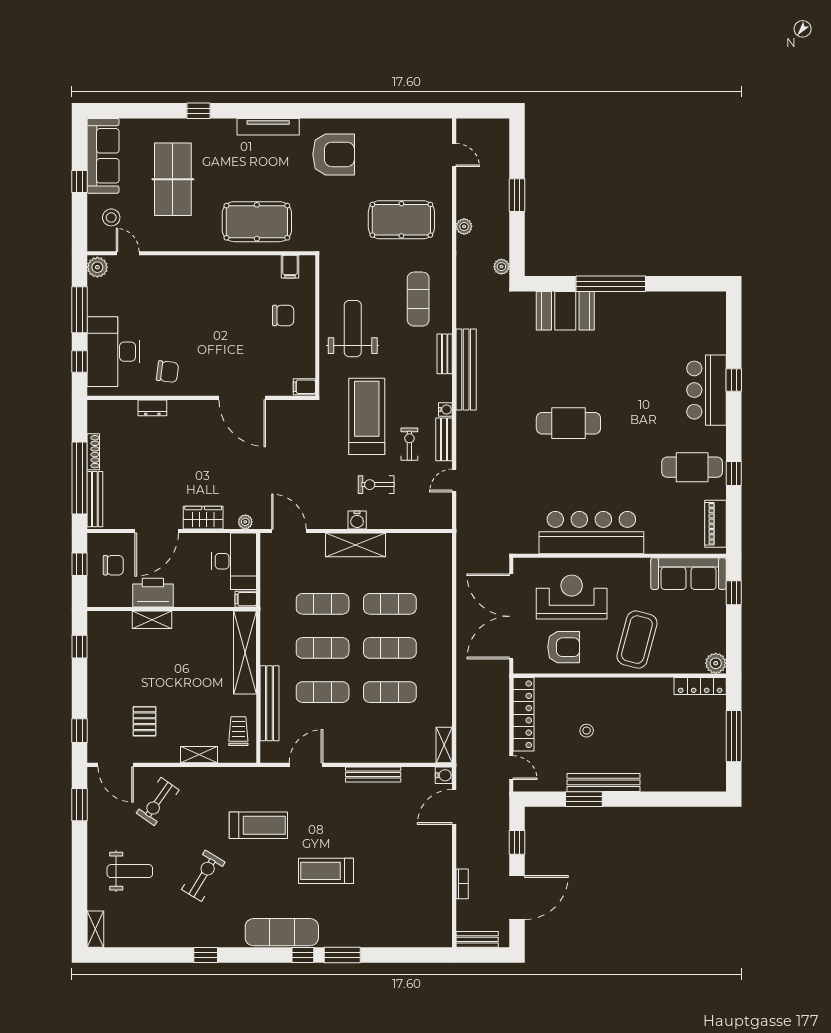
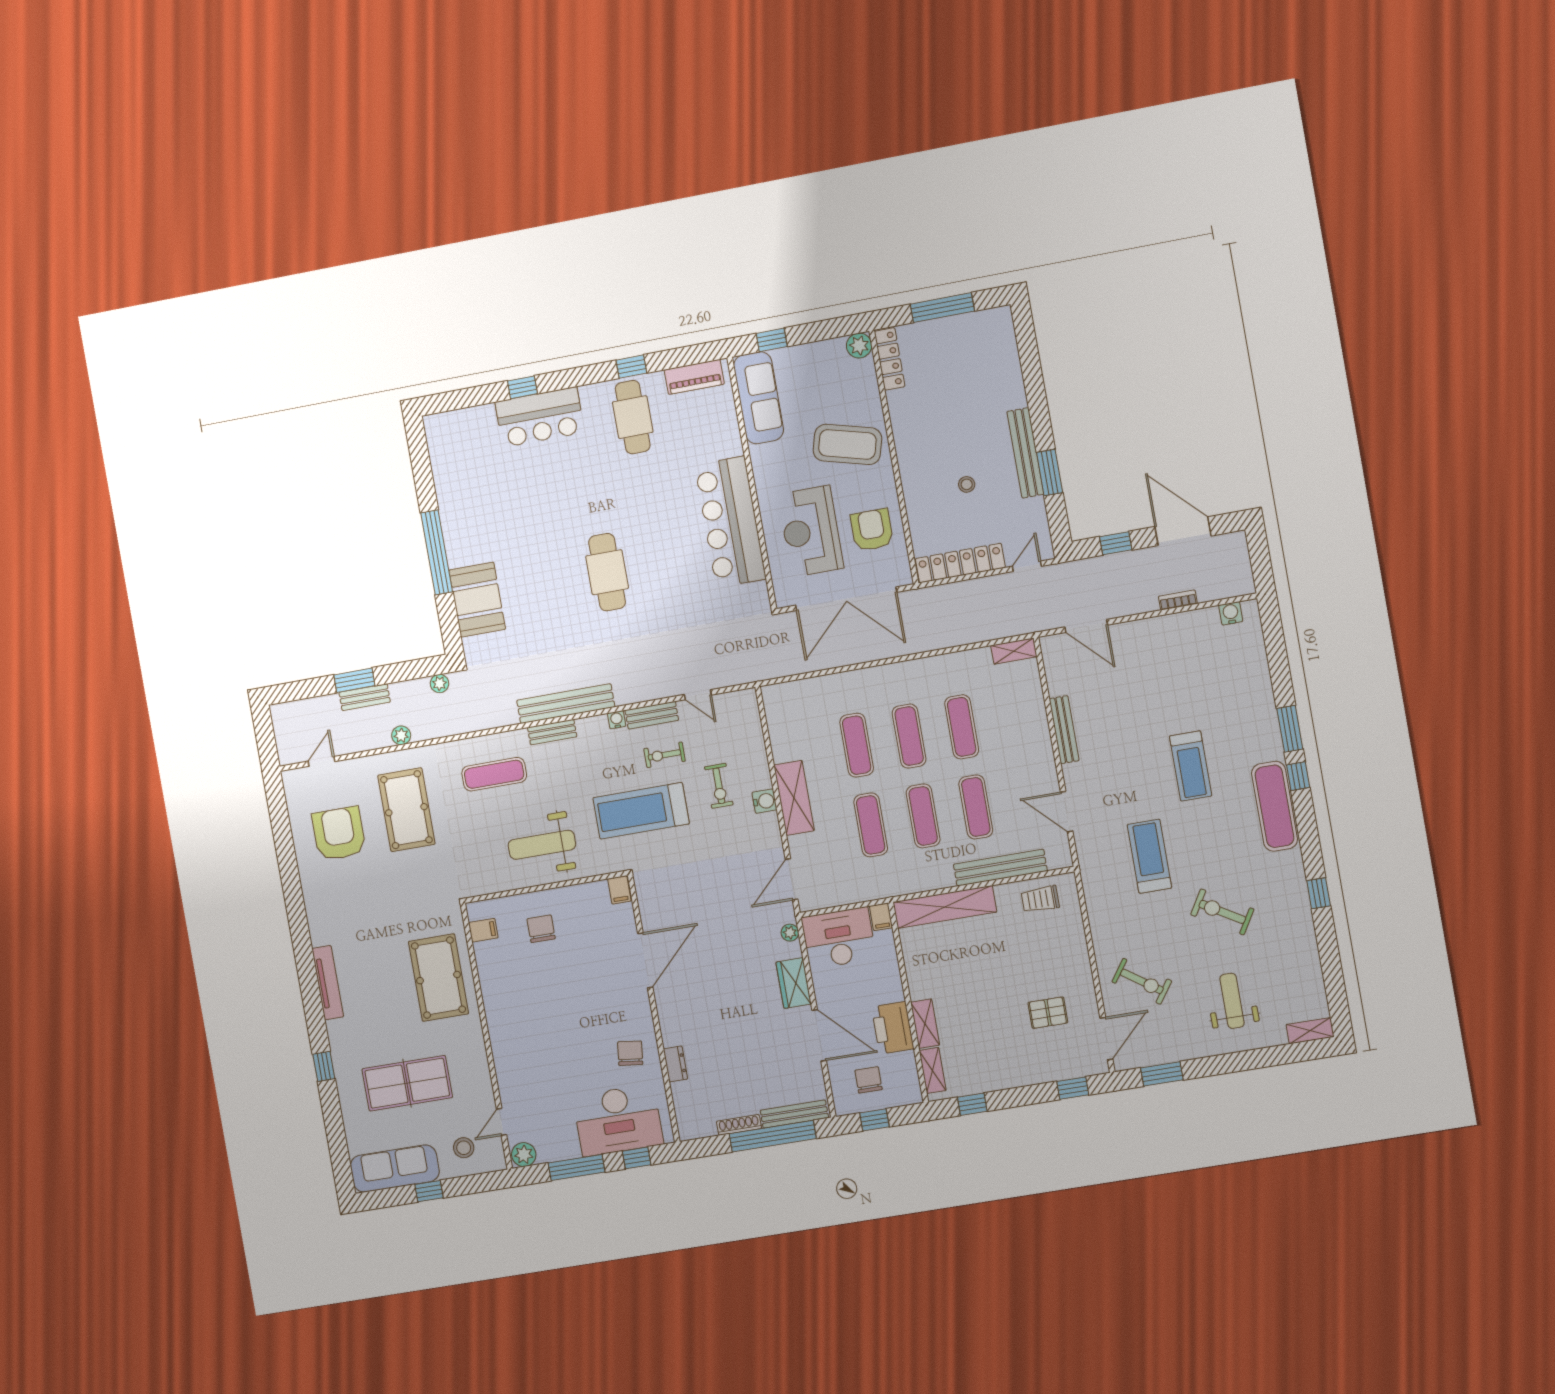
armchair: (334, 154) -> (339, 834), moved
shelving: (199, 755) -> (933, 1070), moved
water cooler: (444, 775) -> (1231, 613), moved
bench: (477, 939) -> (365, 697), moved, turned 90

